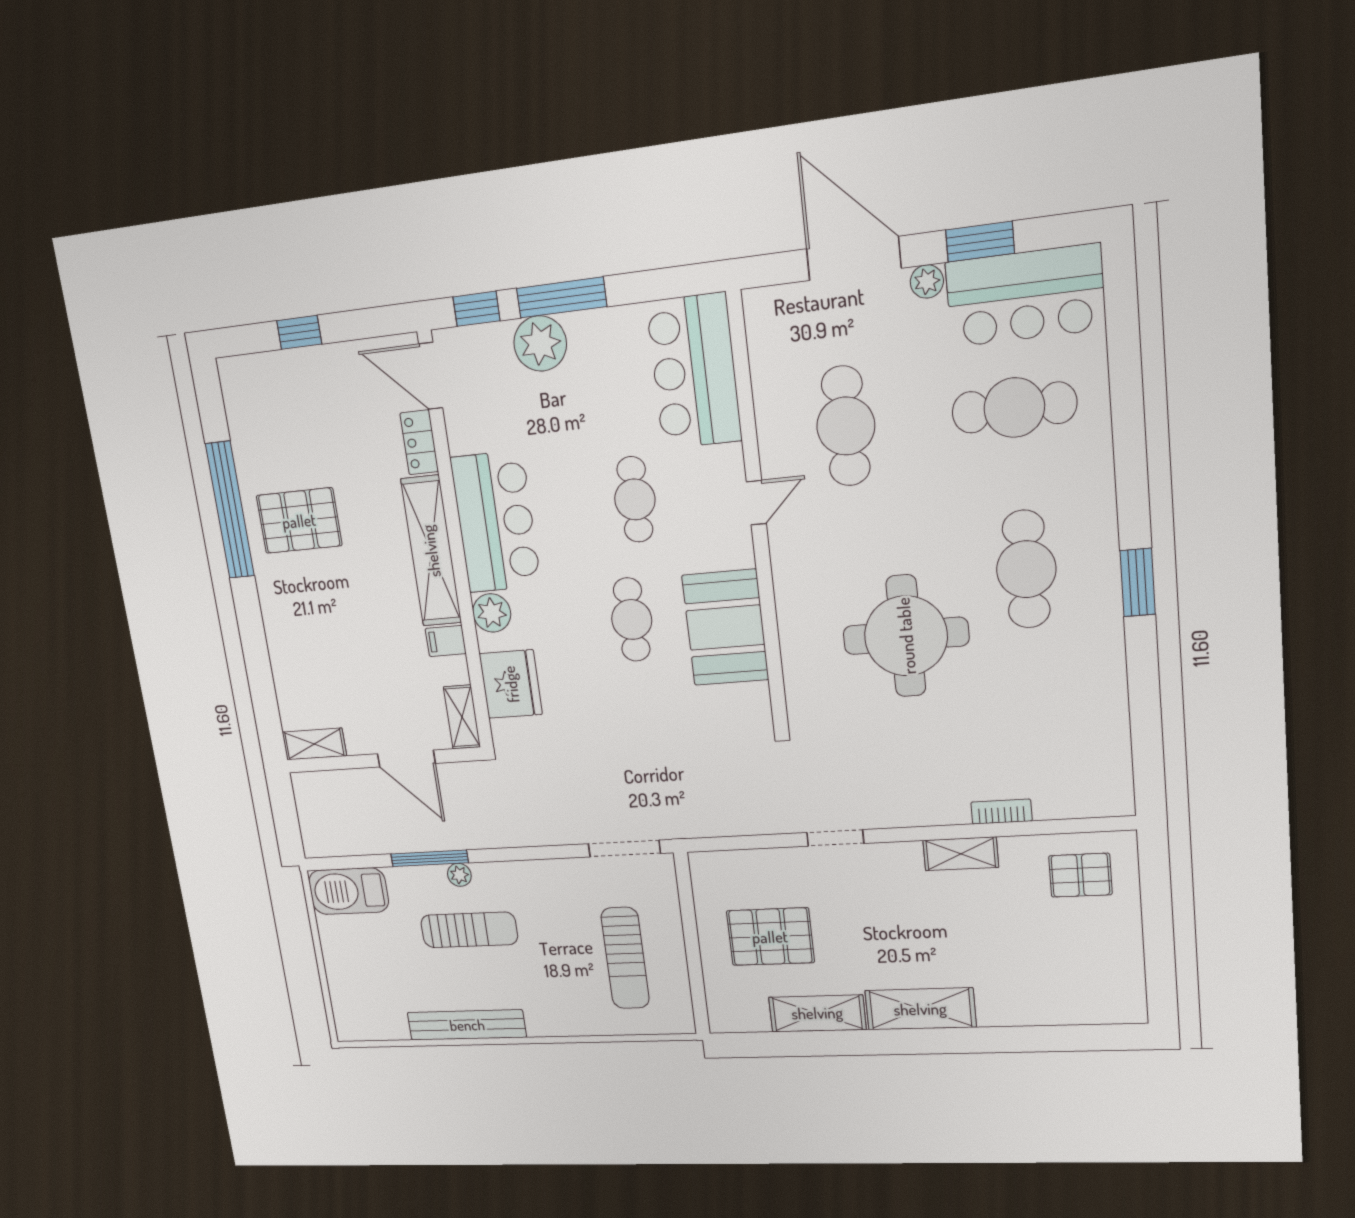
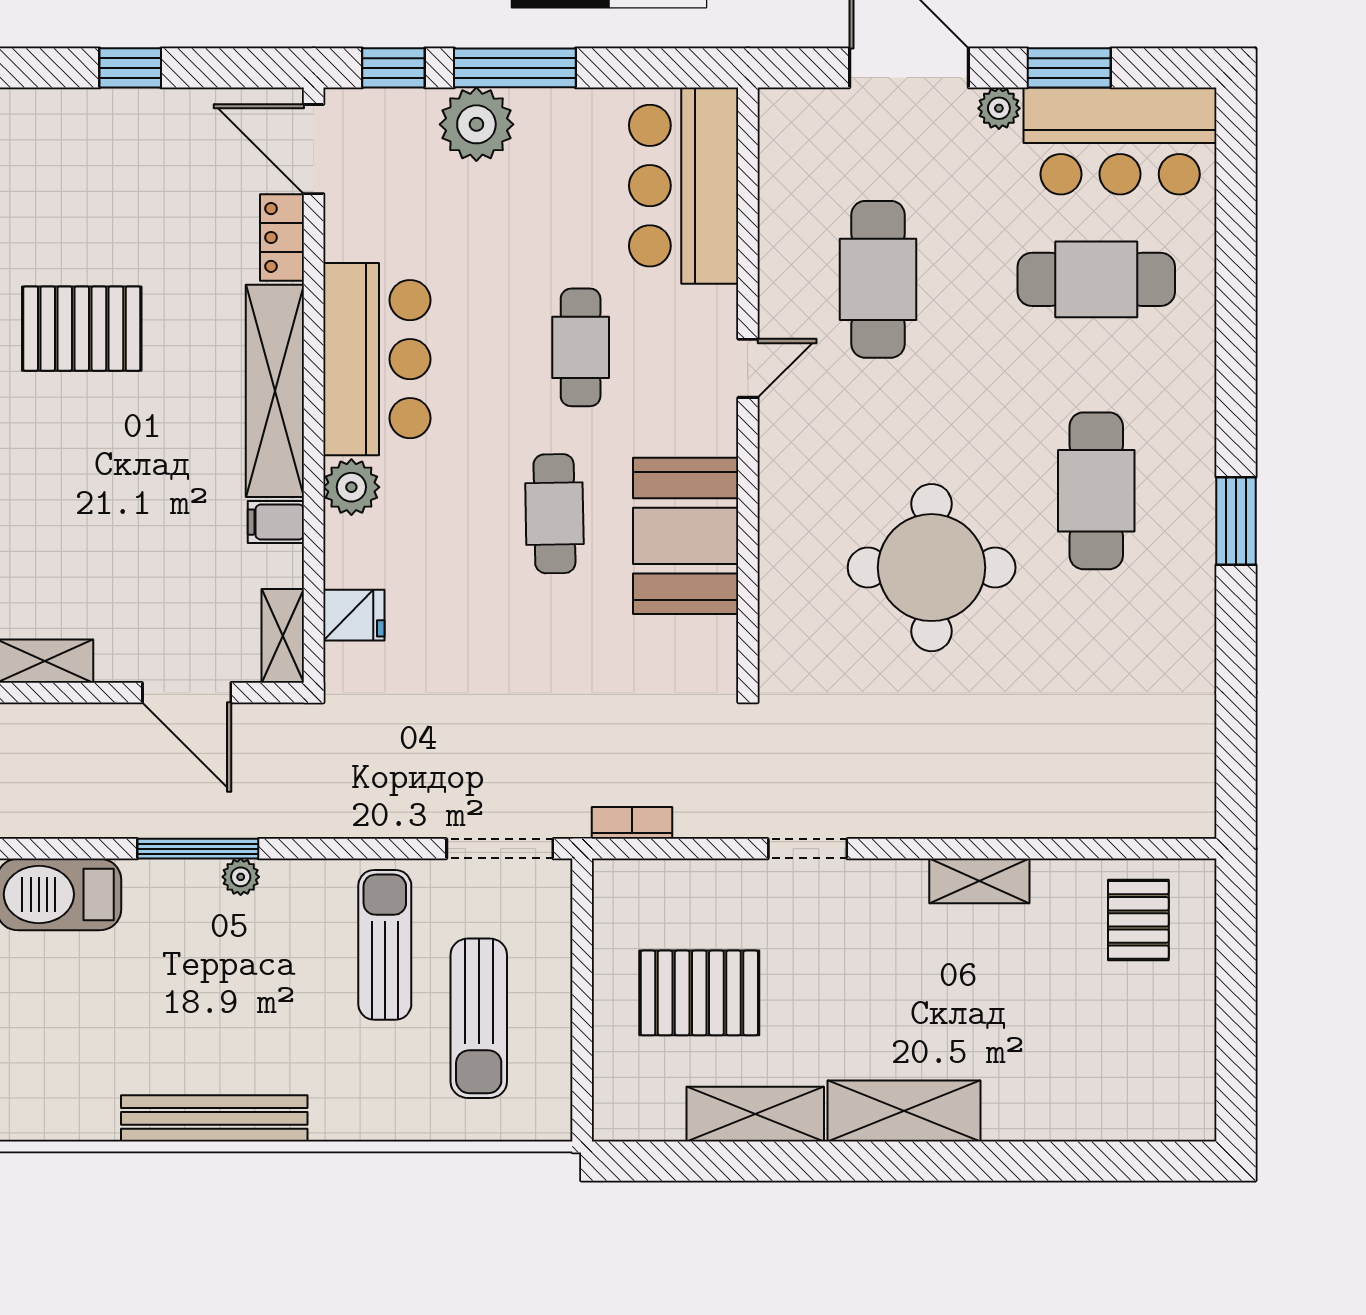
fridge: (511, 684) -> (354, 615), width x0.53, depth x0.75
bookcase: (1001, 812) -> (632, 823), moved
pallet: (1080, 875) -> (1138, 920), turned 90
sun lounger: (469, 930) -> (385, 945), moved, turned -90

